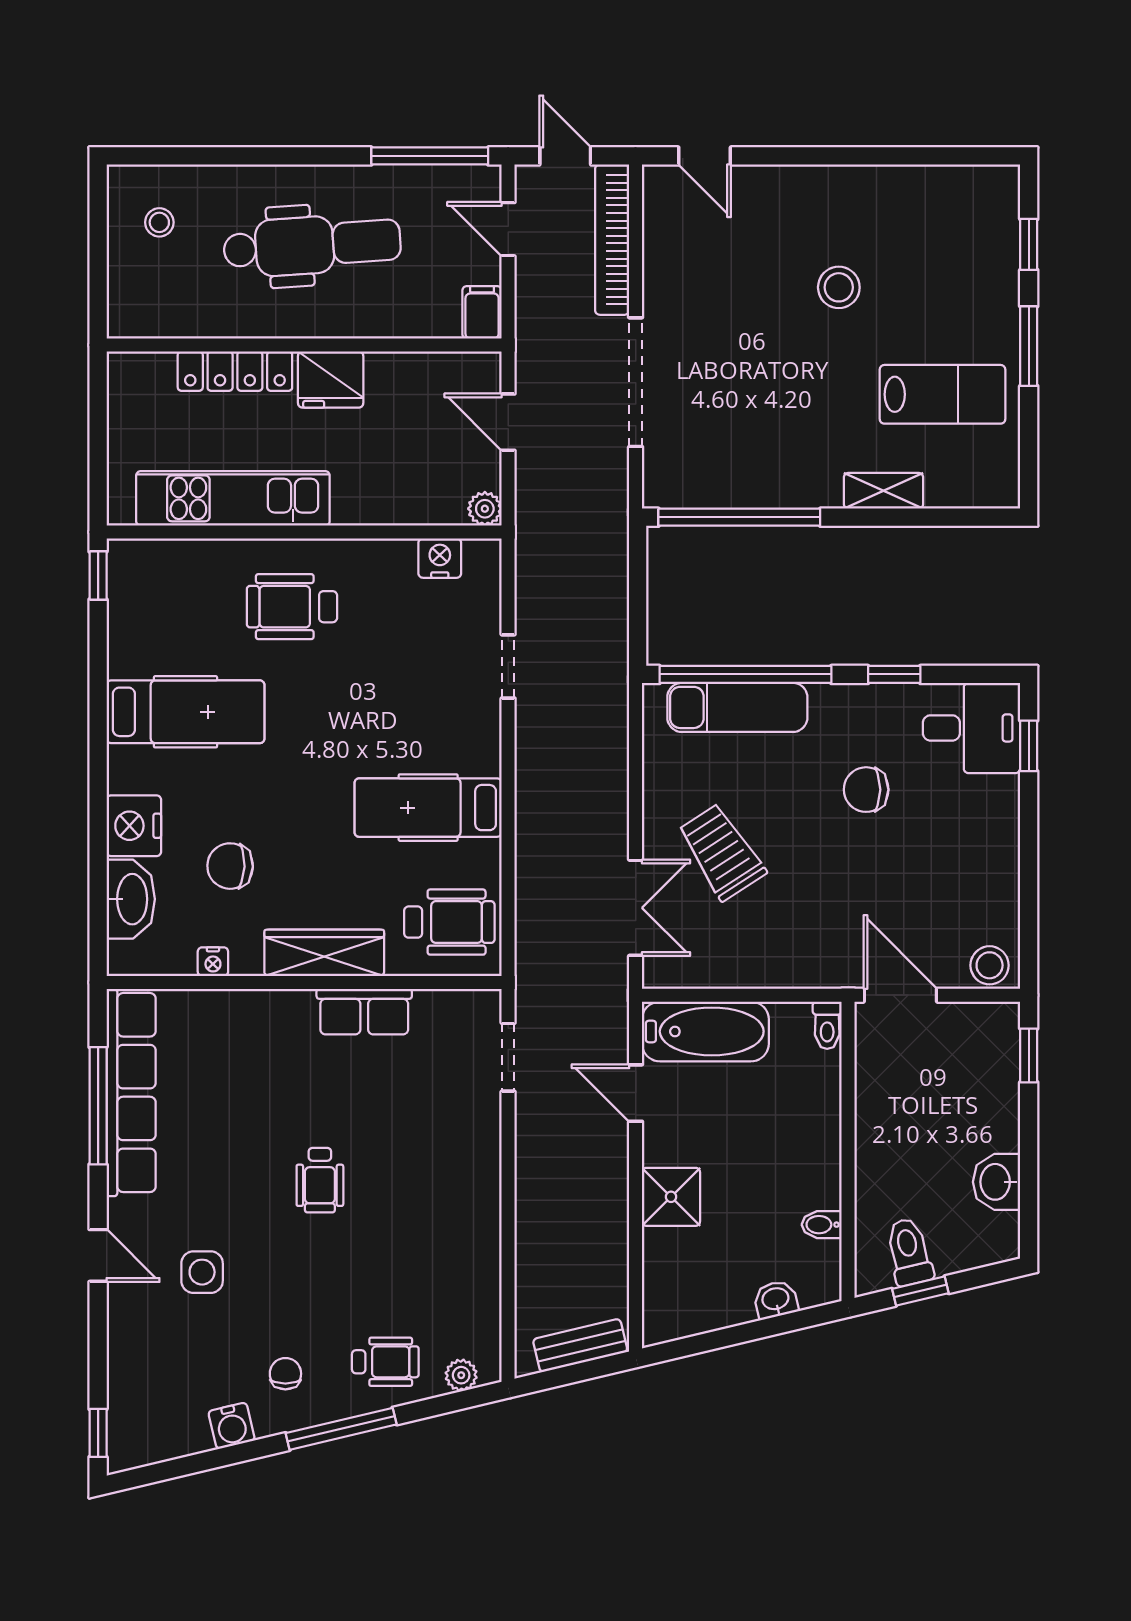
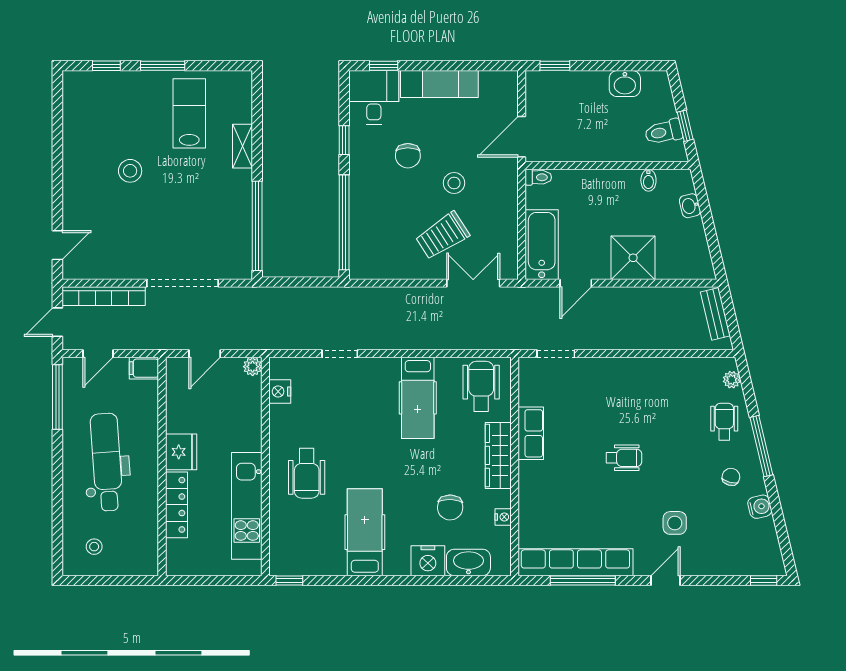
exam couch: (737, 707) -> (439, 84), moved, turned 90
stool: (990, 965) -> (454, 183), moved
shower: (671, 1197) -> (633, 258), width x1.36, depth x1.36
chair: (285, 1374) -> (731, 477), turned 106

